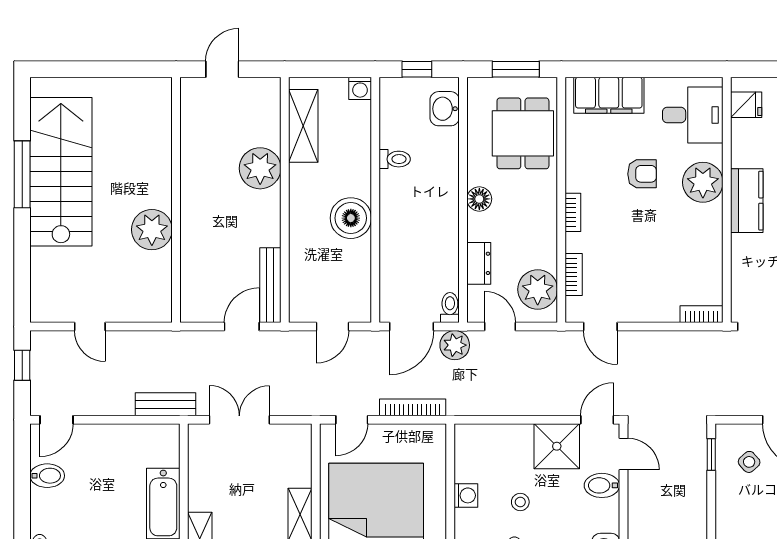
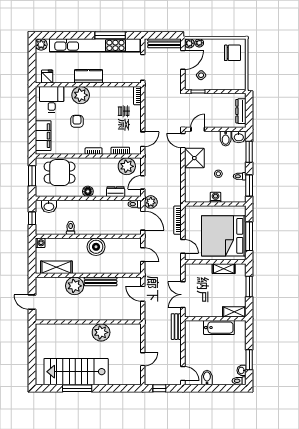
bench: (270, 285) -> (101, 281), moved
bidet: (602, 485) -> (226, 139), moved

